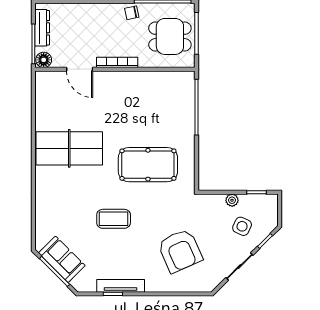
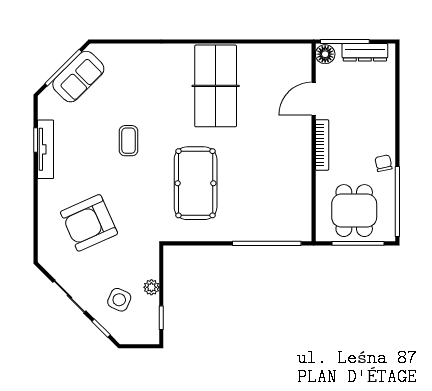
coffee table: (114, 219) -> (129, 141), width x0.73, depth x0.77

